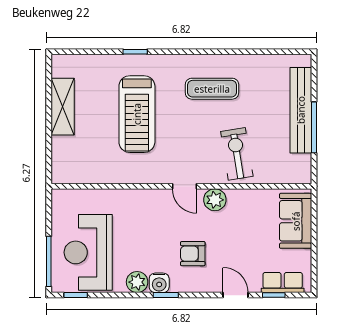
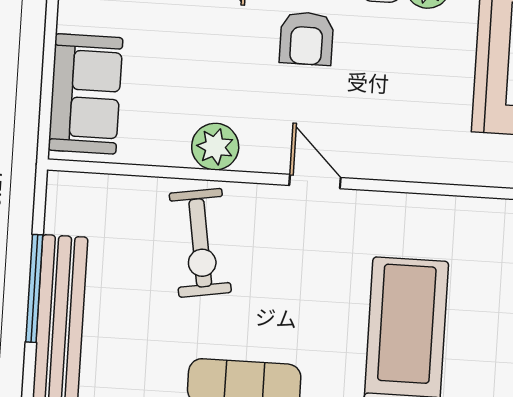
plant: (215, 200) -> (215, 147), moved
armchair: (193, 254) -> (307, 38), turned 90

